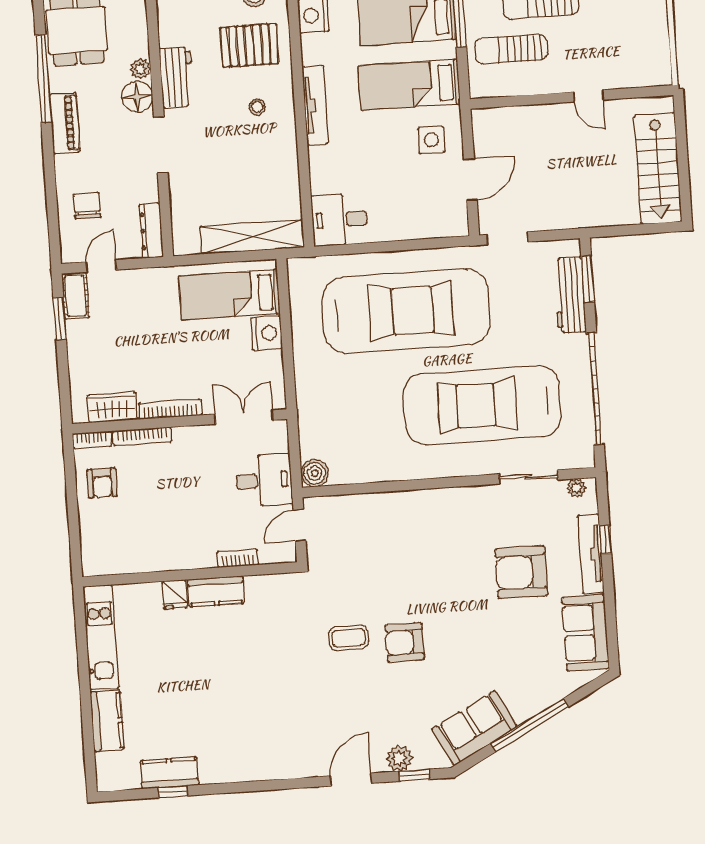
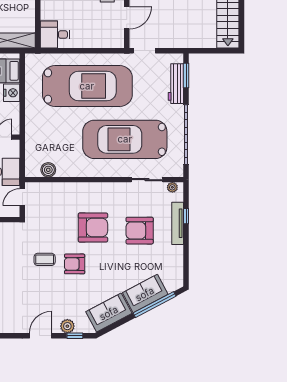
boiler: (315, 473) -> (48, 170), moved
armchair: (434, 572) -> (93, 228), added
sofa: (585, 633) -> (145, 294), moved, turned 62
window: (529, 725) -> (155, 305), moved

